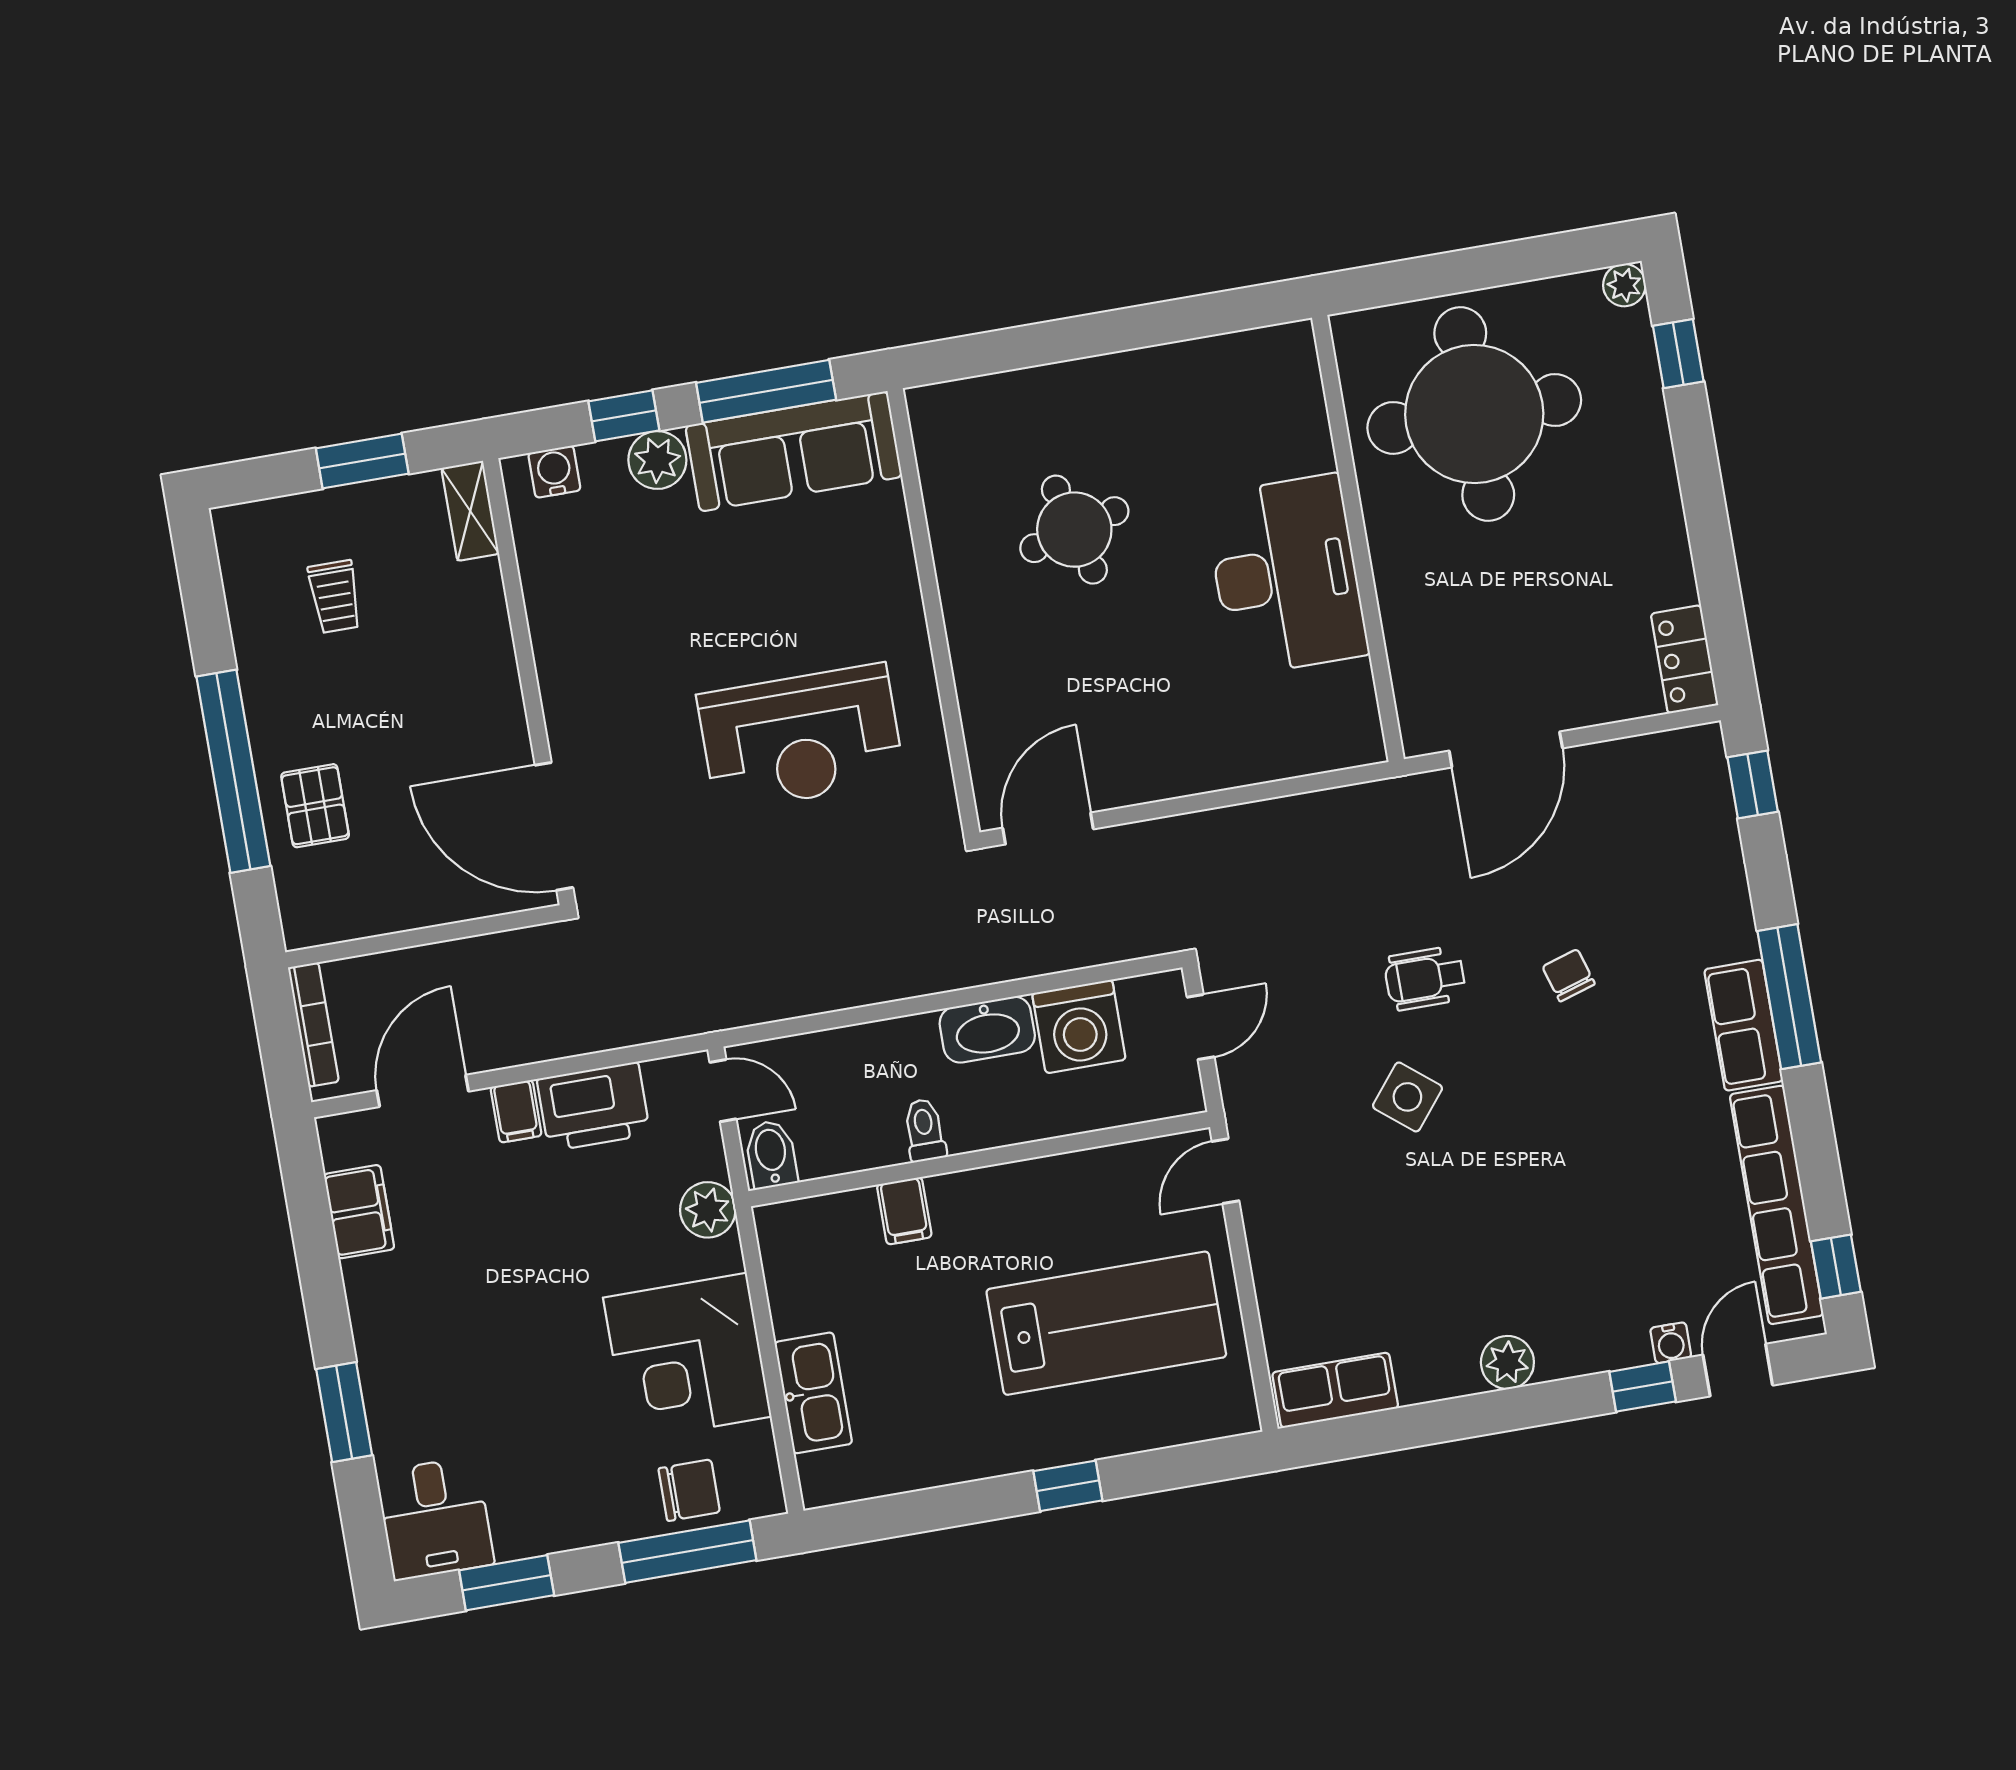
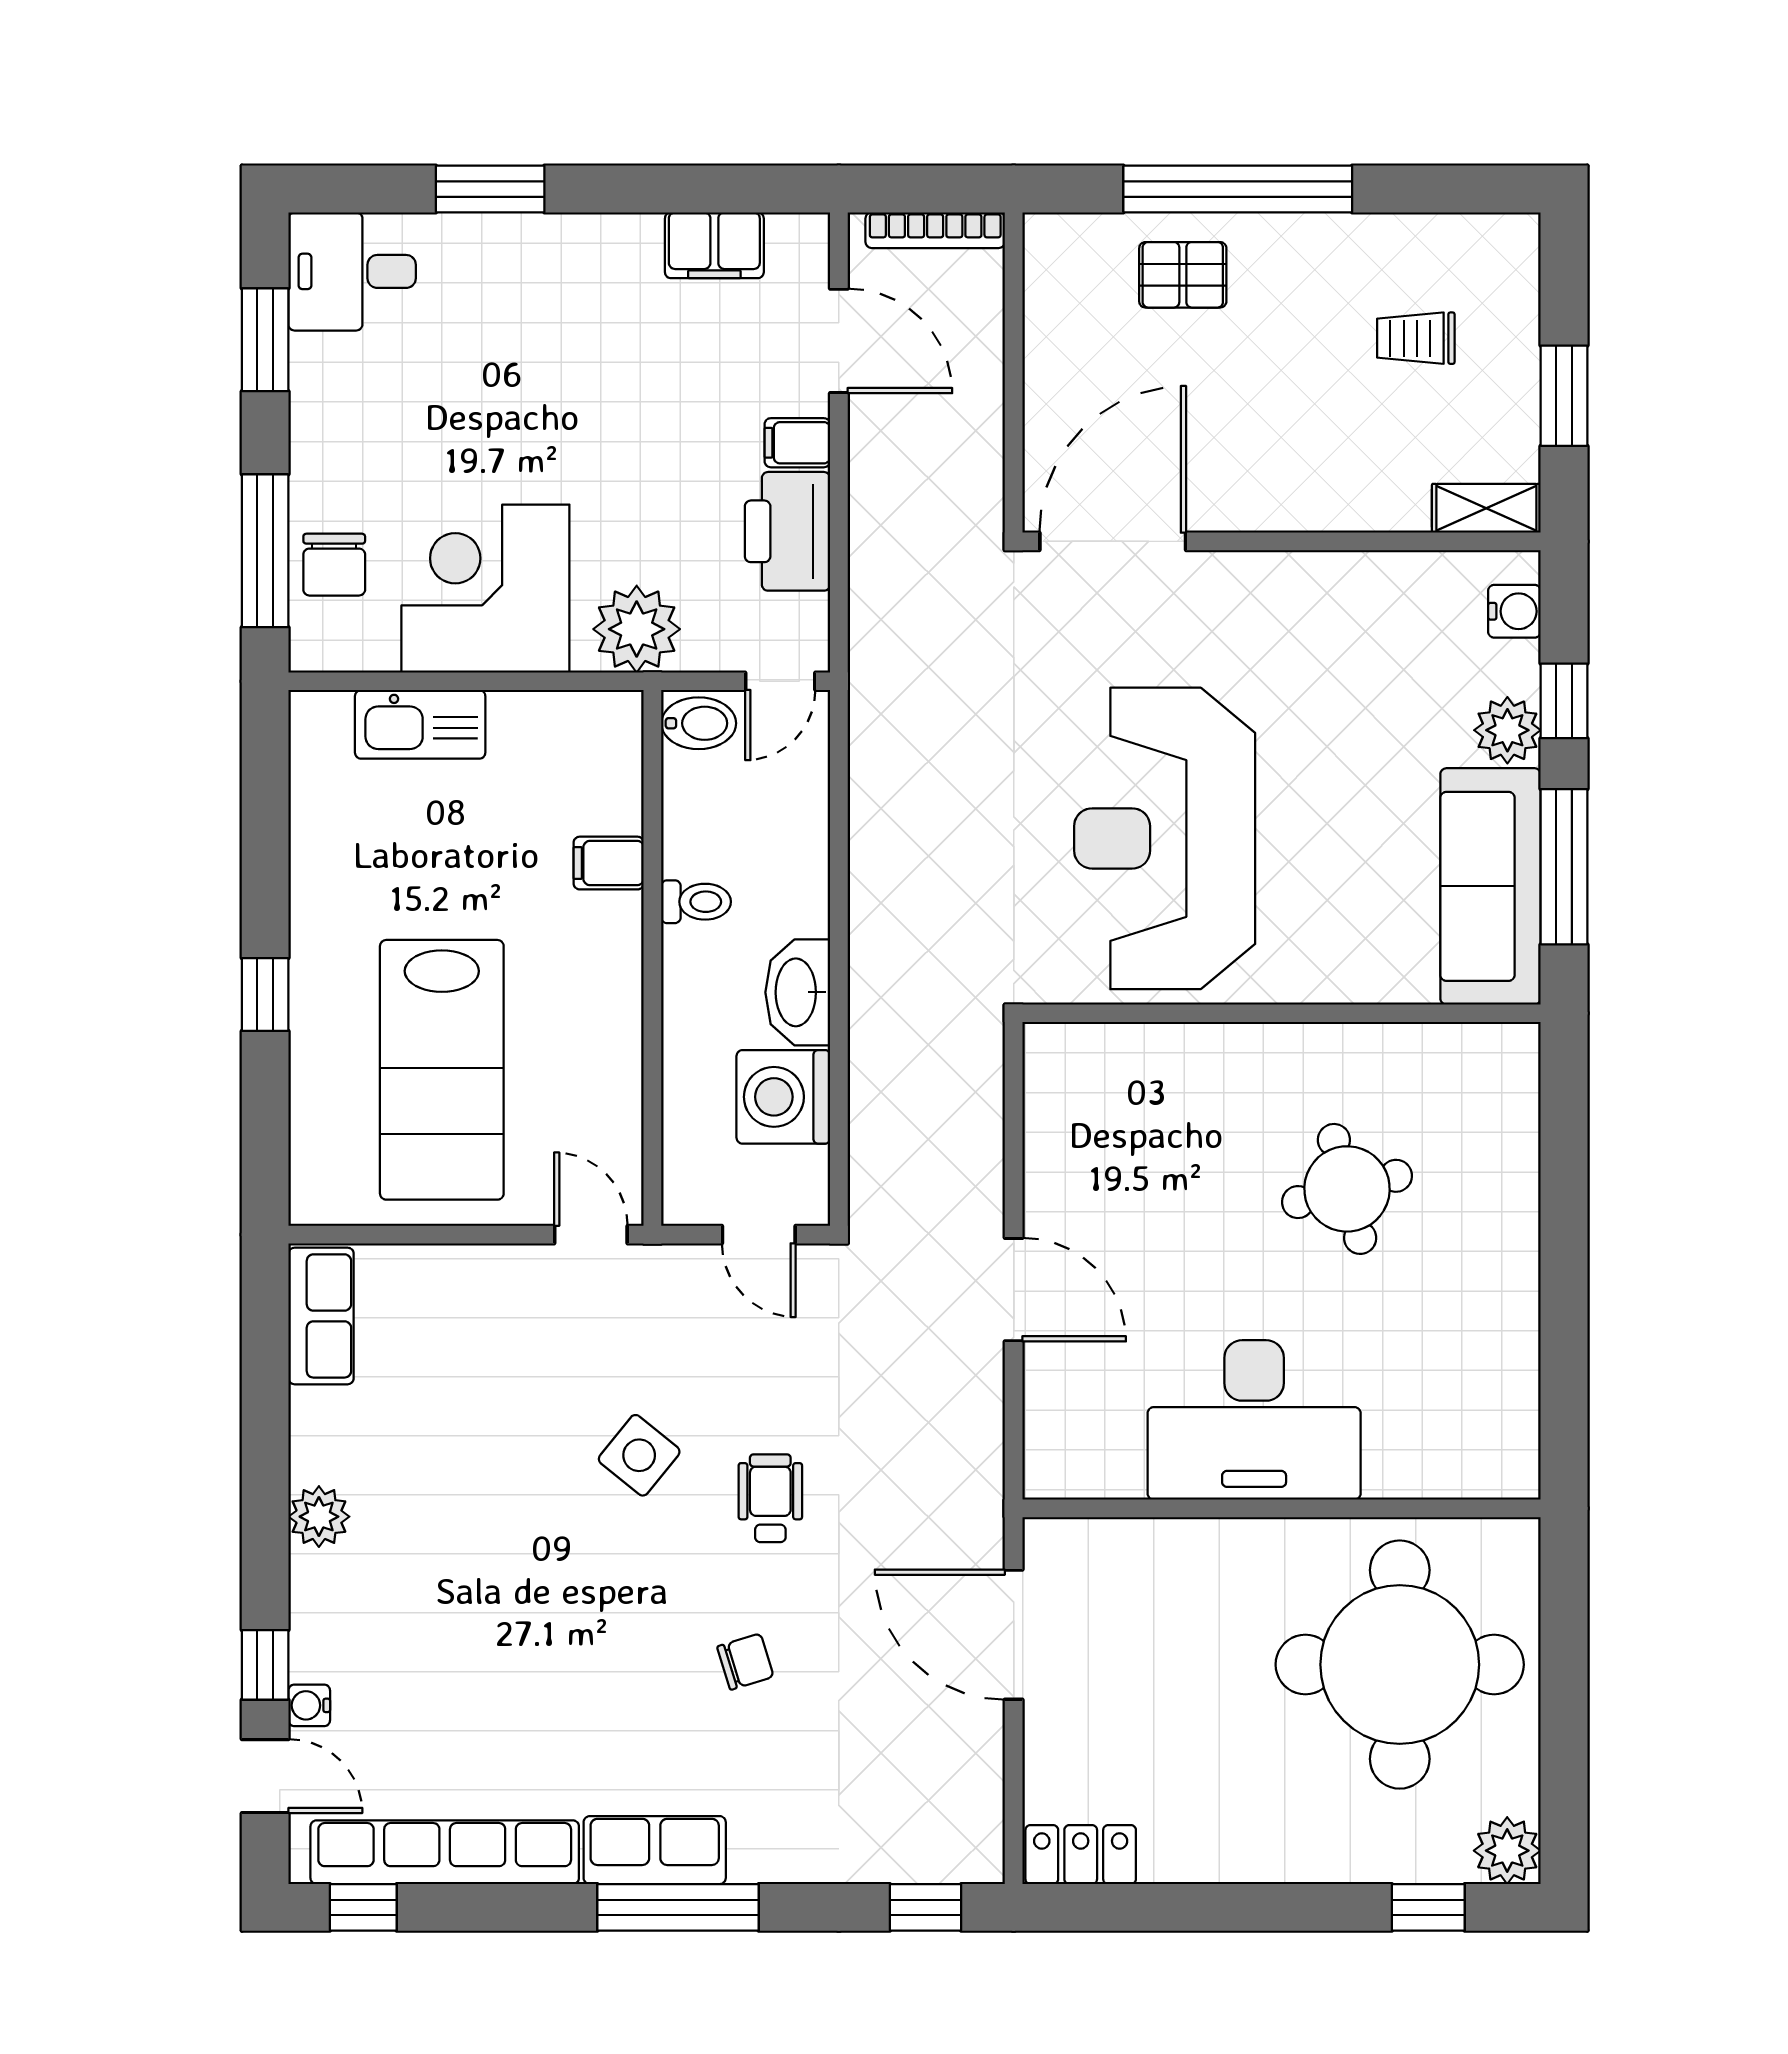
plant: (1624, 285) -> (1507, 1851), width x1.38, depth x1.38
reception desk: (801, 738) -> (1165, 838), width x1.36, depth x1.30
door: (1048, 828) -> (1014, 1290), moved
plant: (708, 1210) -> (637, 629), width x1.36, depth x1.36

